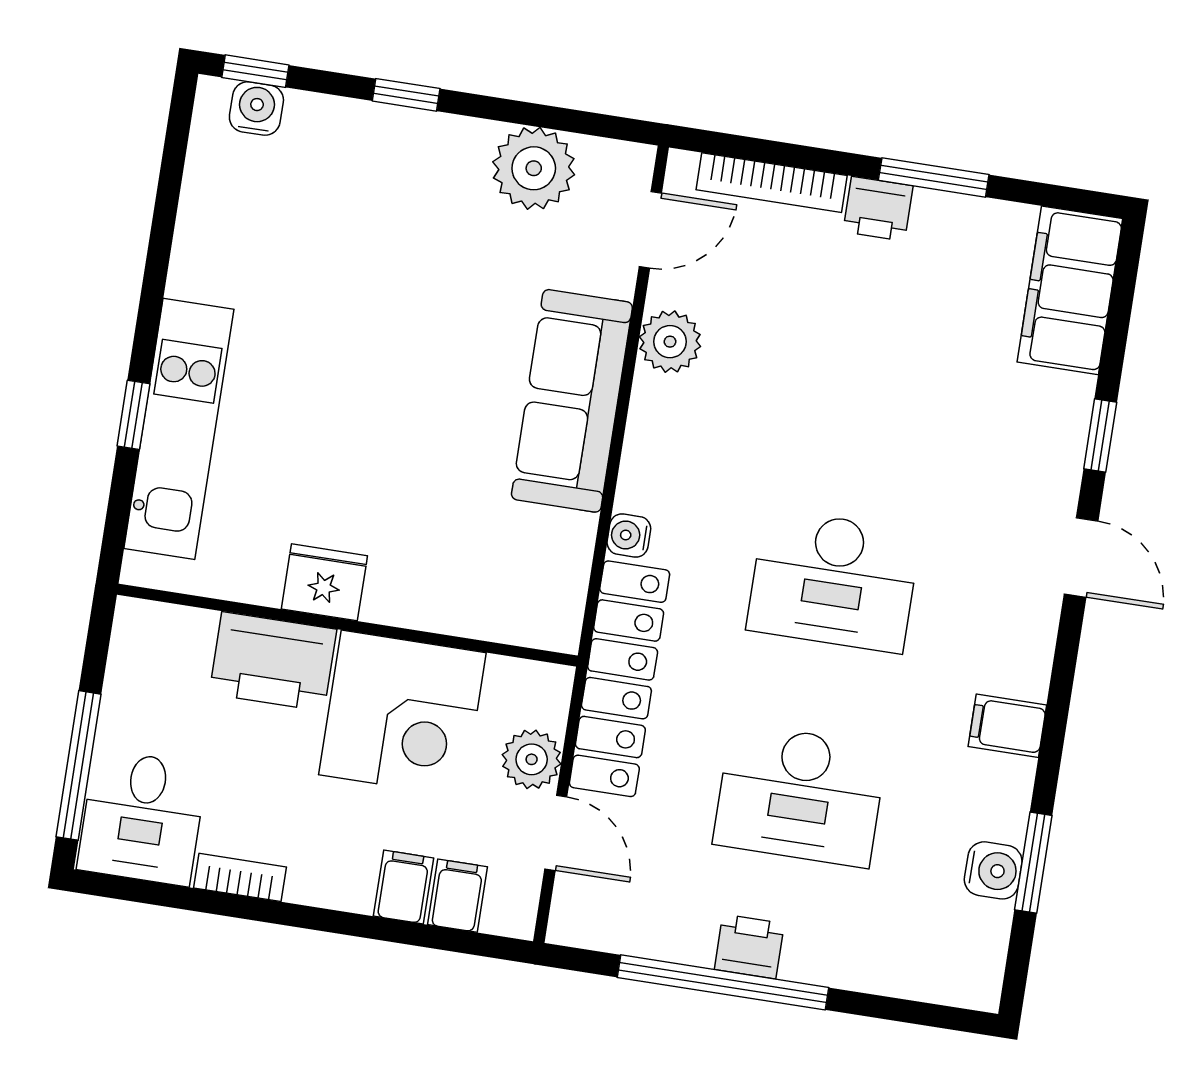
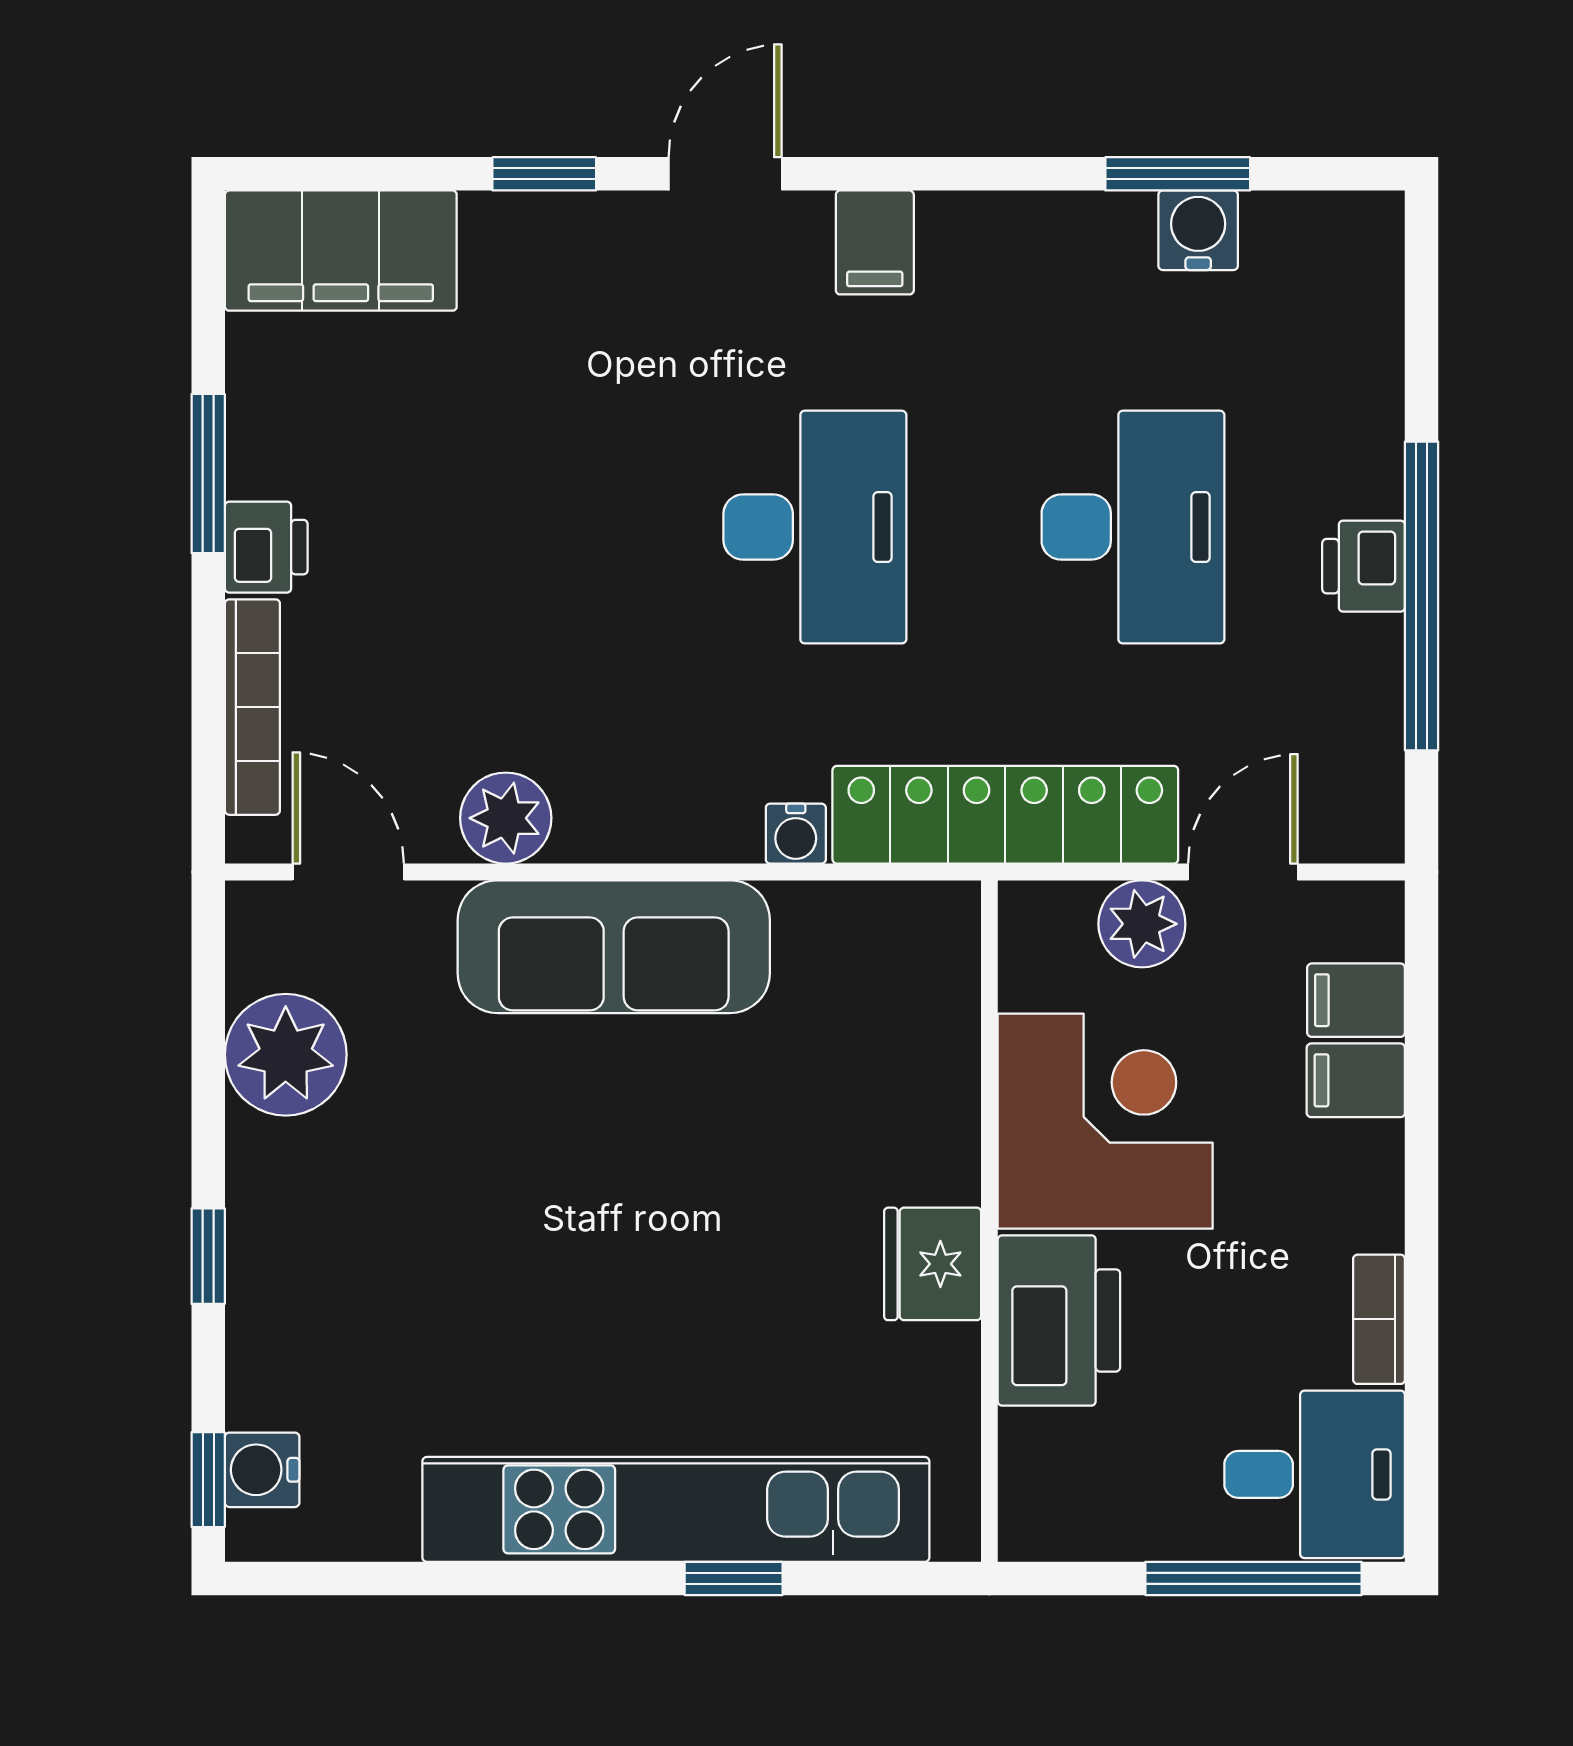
kitchen unit: (179, 429) -> (676, 1509), width x1.36
filing cabinet: (1007, 726) -> (875, 242), moved

